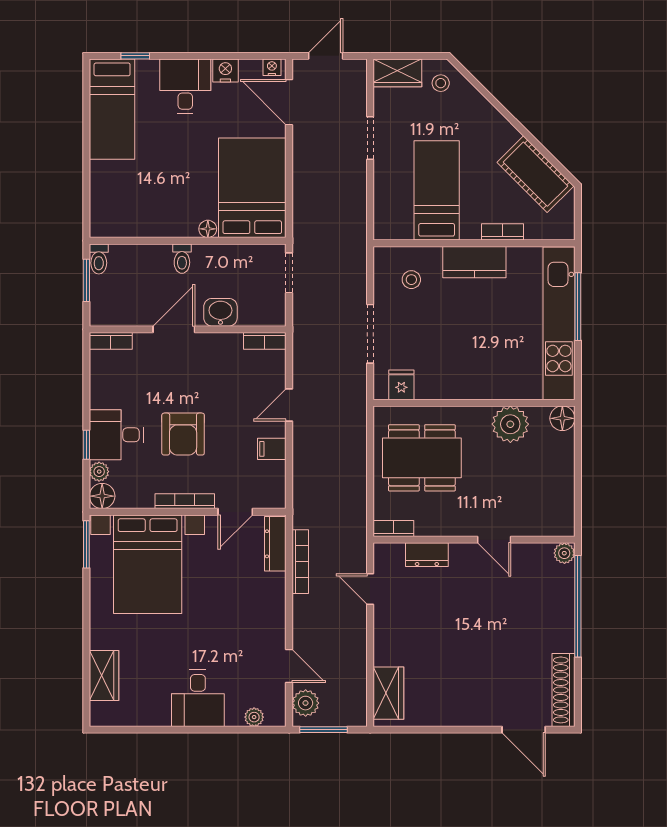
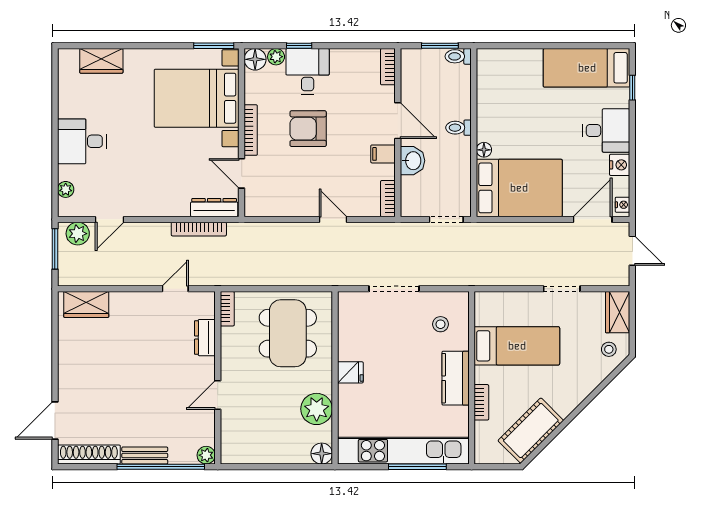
fridge: (401, 385) -> (350, 372), moved
filing cabinet: (272, 449) -> (383, 154), moved, turned -90
bench: (565, 625) -> (145, 456), added

